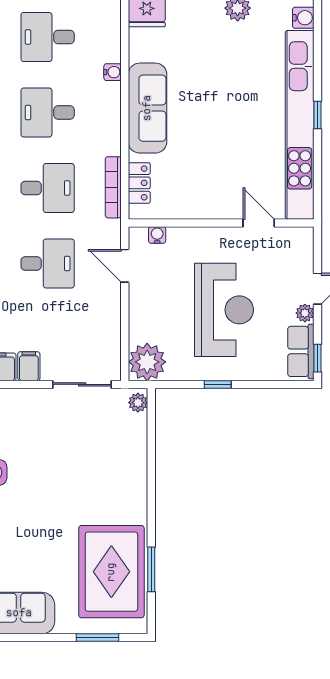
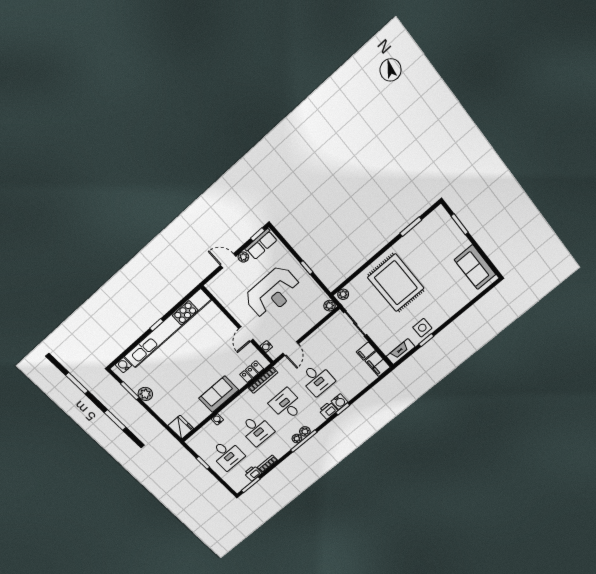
sofa: (147, 108) -> (219, 394), width x0.73
door: (259, 223) -> (246, 334), moved
desk: (48, 263) -> (317, 379), turned 180
reception desk: (224, 310) -> (273, 292), turned 180
plant: (147, 362) -> (330, 306), width x0.53, depth x0.53
rug: (111, 572) -> (396, 283), moved, turned 90

